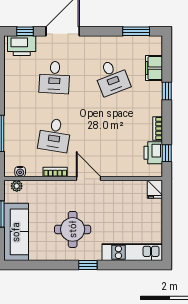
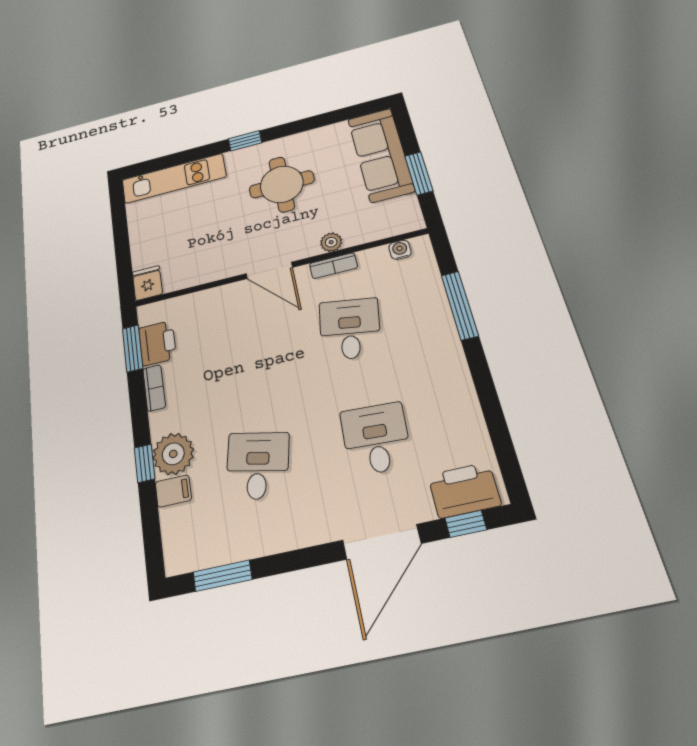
filing cabinet: (154, 68) -> (173, 491), width x0.50
desk: (112, 77) -> (258, 466), turned 33
plant: (152, 92) -> (173, 454), added
window: (167, 153) -> (133, 348), width x1.50
plant: (17, 186) -> (331, 242), moved

